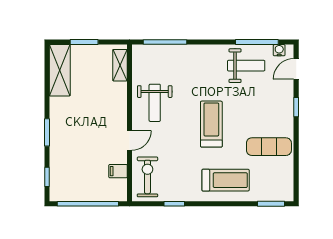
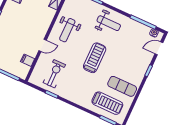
weight bench: (246, 66) -> (109, 23), moved
exercise bike: (147, 177) -> (54, 74), moved
treadmill: (226, 180) -> (107, 103), moved

